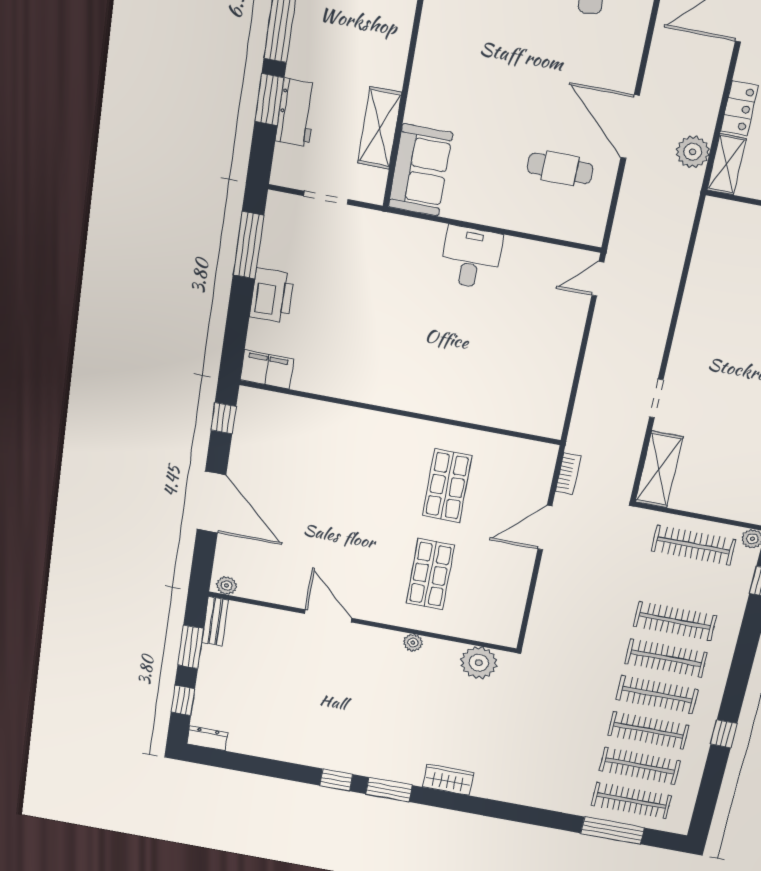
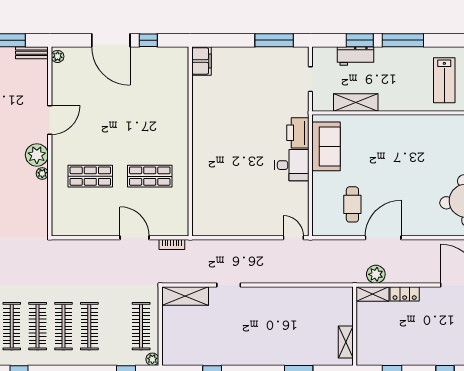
sofa: (420, 170) -> (326, 146), moved, turned -90
printer: (272, 296) -> (298, 133), moved, turned 90
window: (224, 418) -> (148, 40), moved
door: (211, 502) -> (111, 40), hinge flipped
plant: (479, 663) -> (37, 155), moved

